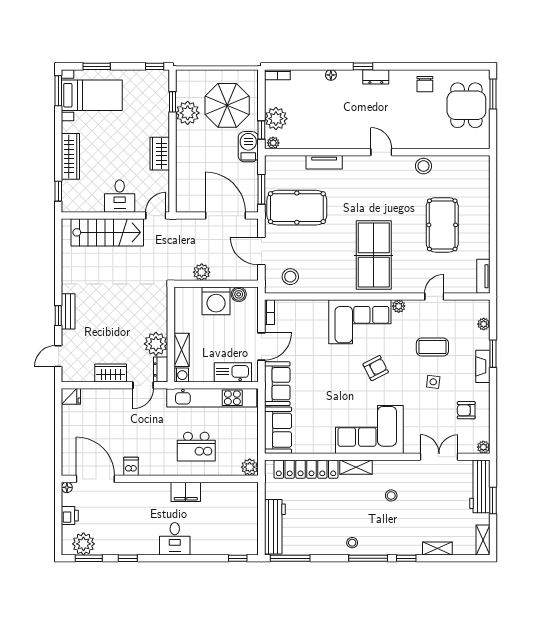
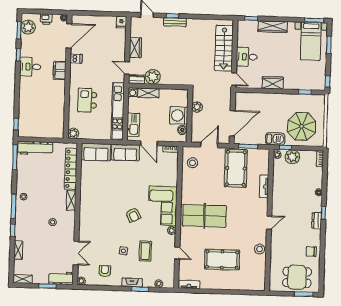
plant: (188, 113) -> (298, 101), removed
corner sofa: (369, 429) -> (95, 210), removed
workbench: (480, 486) -> (61, 278), width x0.73
filing cabinet: (186, 492) -> (60, 70), moved
desk: (175, 539) -> (30, 67), moved

